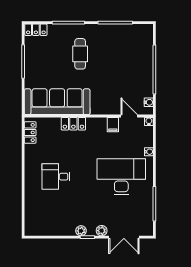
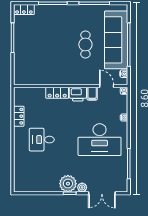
cafe table: (80, 54) -> (85, 44), moved
sofa: (57, 102) -> (116, 40), moved, turned -90
printer: (97, 125) -> (78, 94), added
locker: (30, 132) -> (19, 116), moved
desk: (121, 177) -> (100, 140), turned 180
plant: (81, 231) -> (68, 184), width x1.88, depth x1.88

